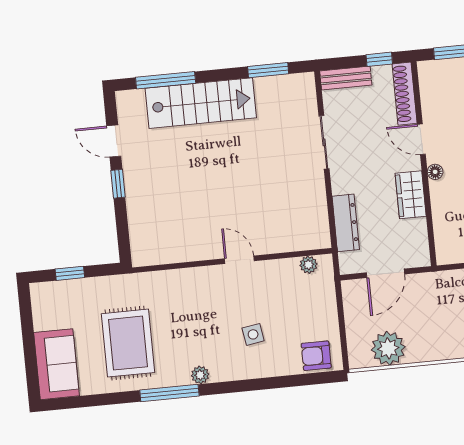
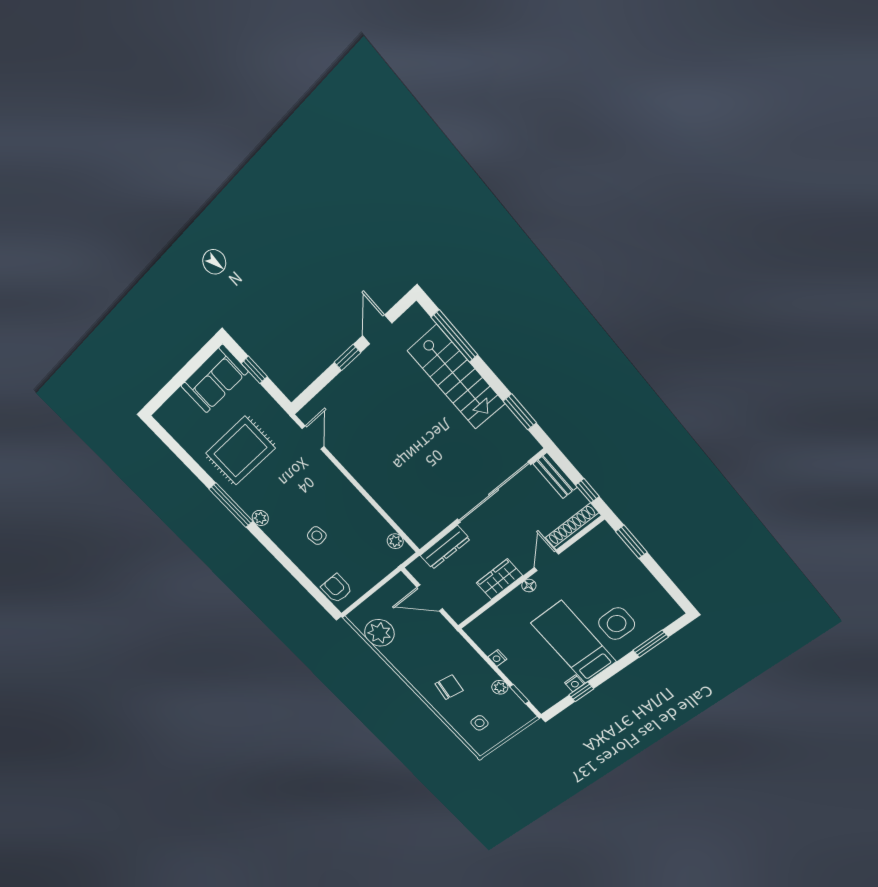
sliding door: (324, 142) -> (493, 492), width x1.86
door: (239, 260) -> (313, 438), moved
sofa: (56, 364) -> (214, 379), moved

